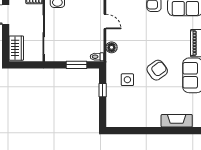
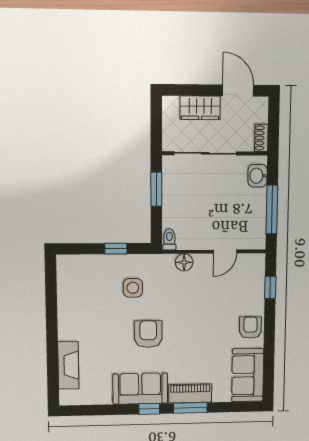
wardrobe: (16, 48) -> (200, 108), moved
window: (76, 65) -> (156, 189), moved
armchair: (157, 70) -> (148, 334), turned -144

